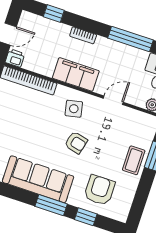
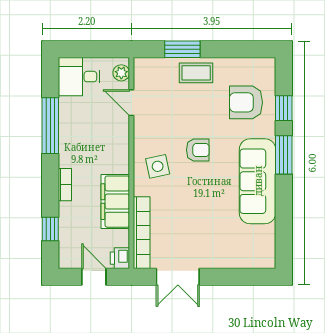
filing cabinet: (76, 74) -> (115, 202), moved
door: (113, 100) -> (131, 103), moved
armchair: (76, 143) -> (198, 150), turned 76

